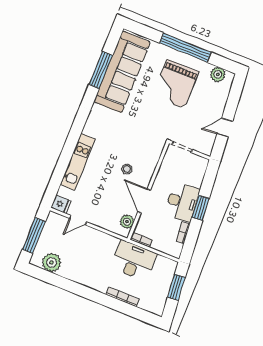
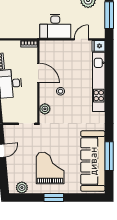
window: (185, 48) -> (54, 198), width x0.47
kitchen unit: (78, 162) -> (99, 82), width x1.36
plant: (127, 222) -> (45, 109), moved
desk: (134, 260) -> (55, 26), moved

